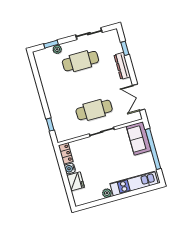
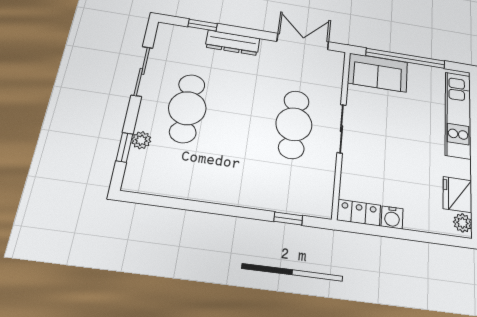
double door: (139, 97) -> (303, 42), swing flipped
fridge: (75, 181) -> (457, 195), moved, turned -90
plant: (107, 193) -> (462, 223), moved

